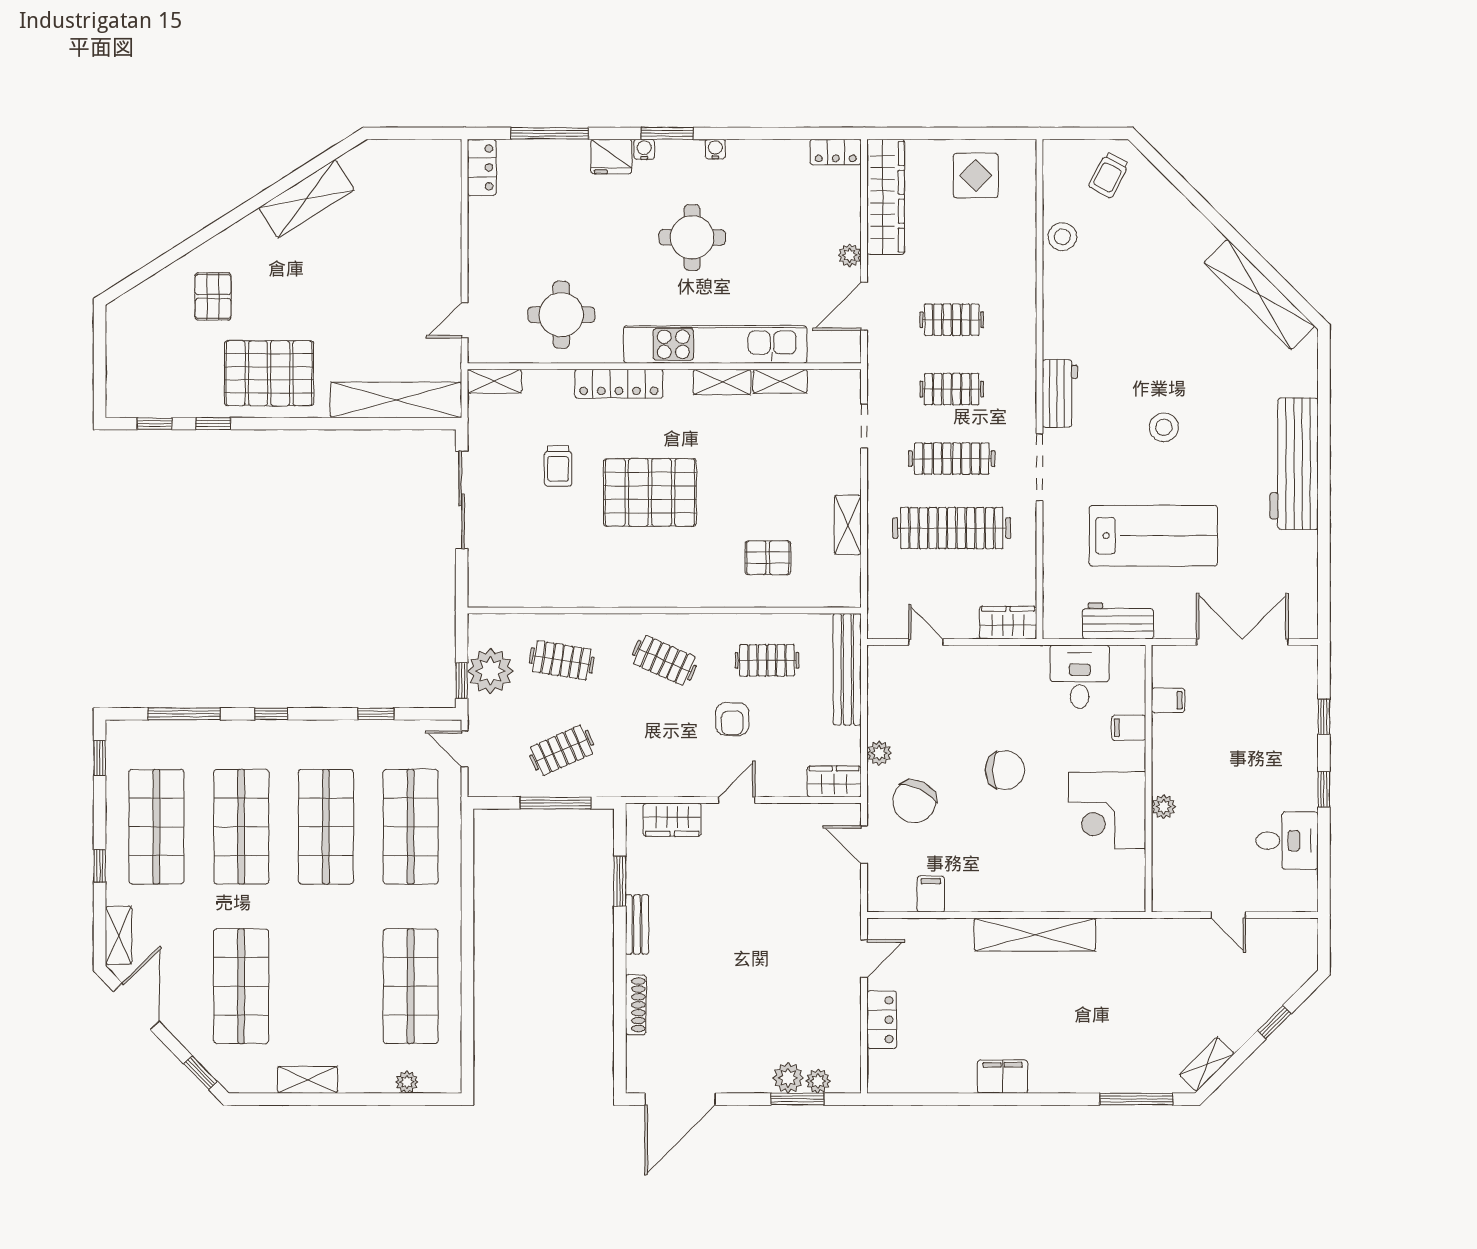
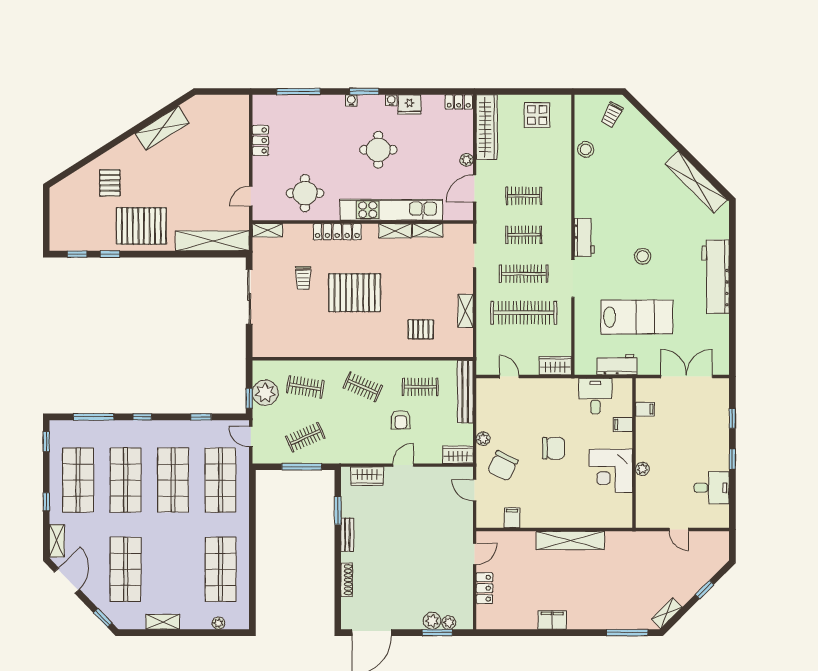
fridge: (611, 157) -> (409, 105), moved
locker: (482, 167) -> (260, 140), moved

